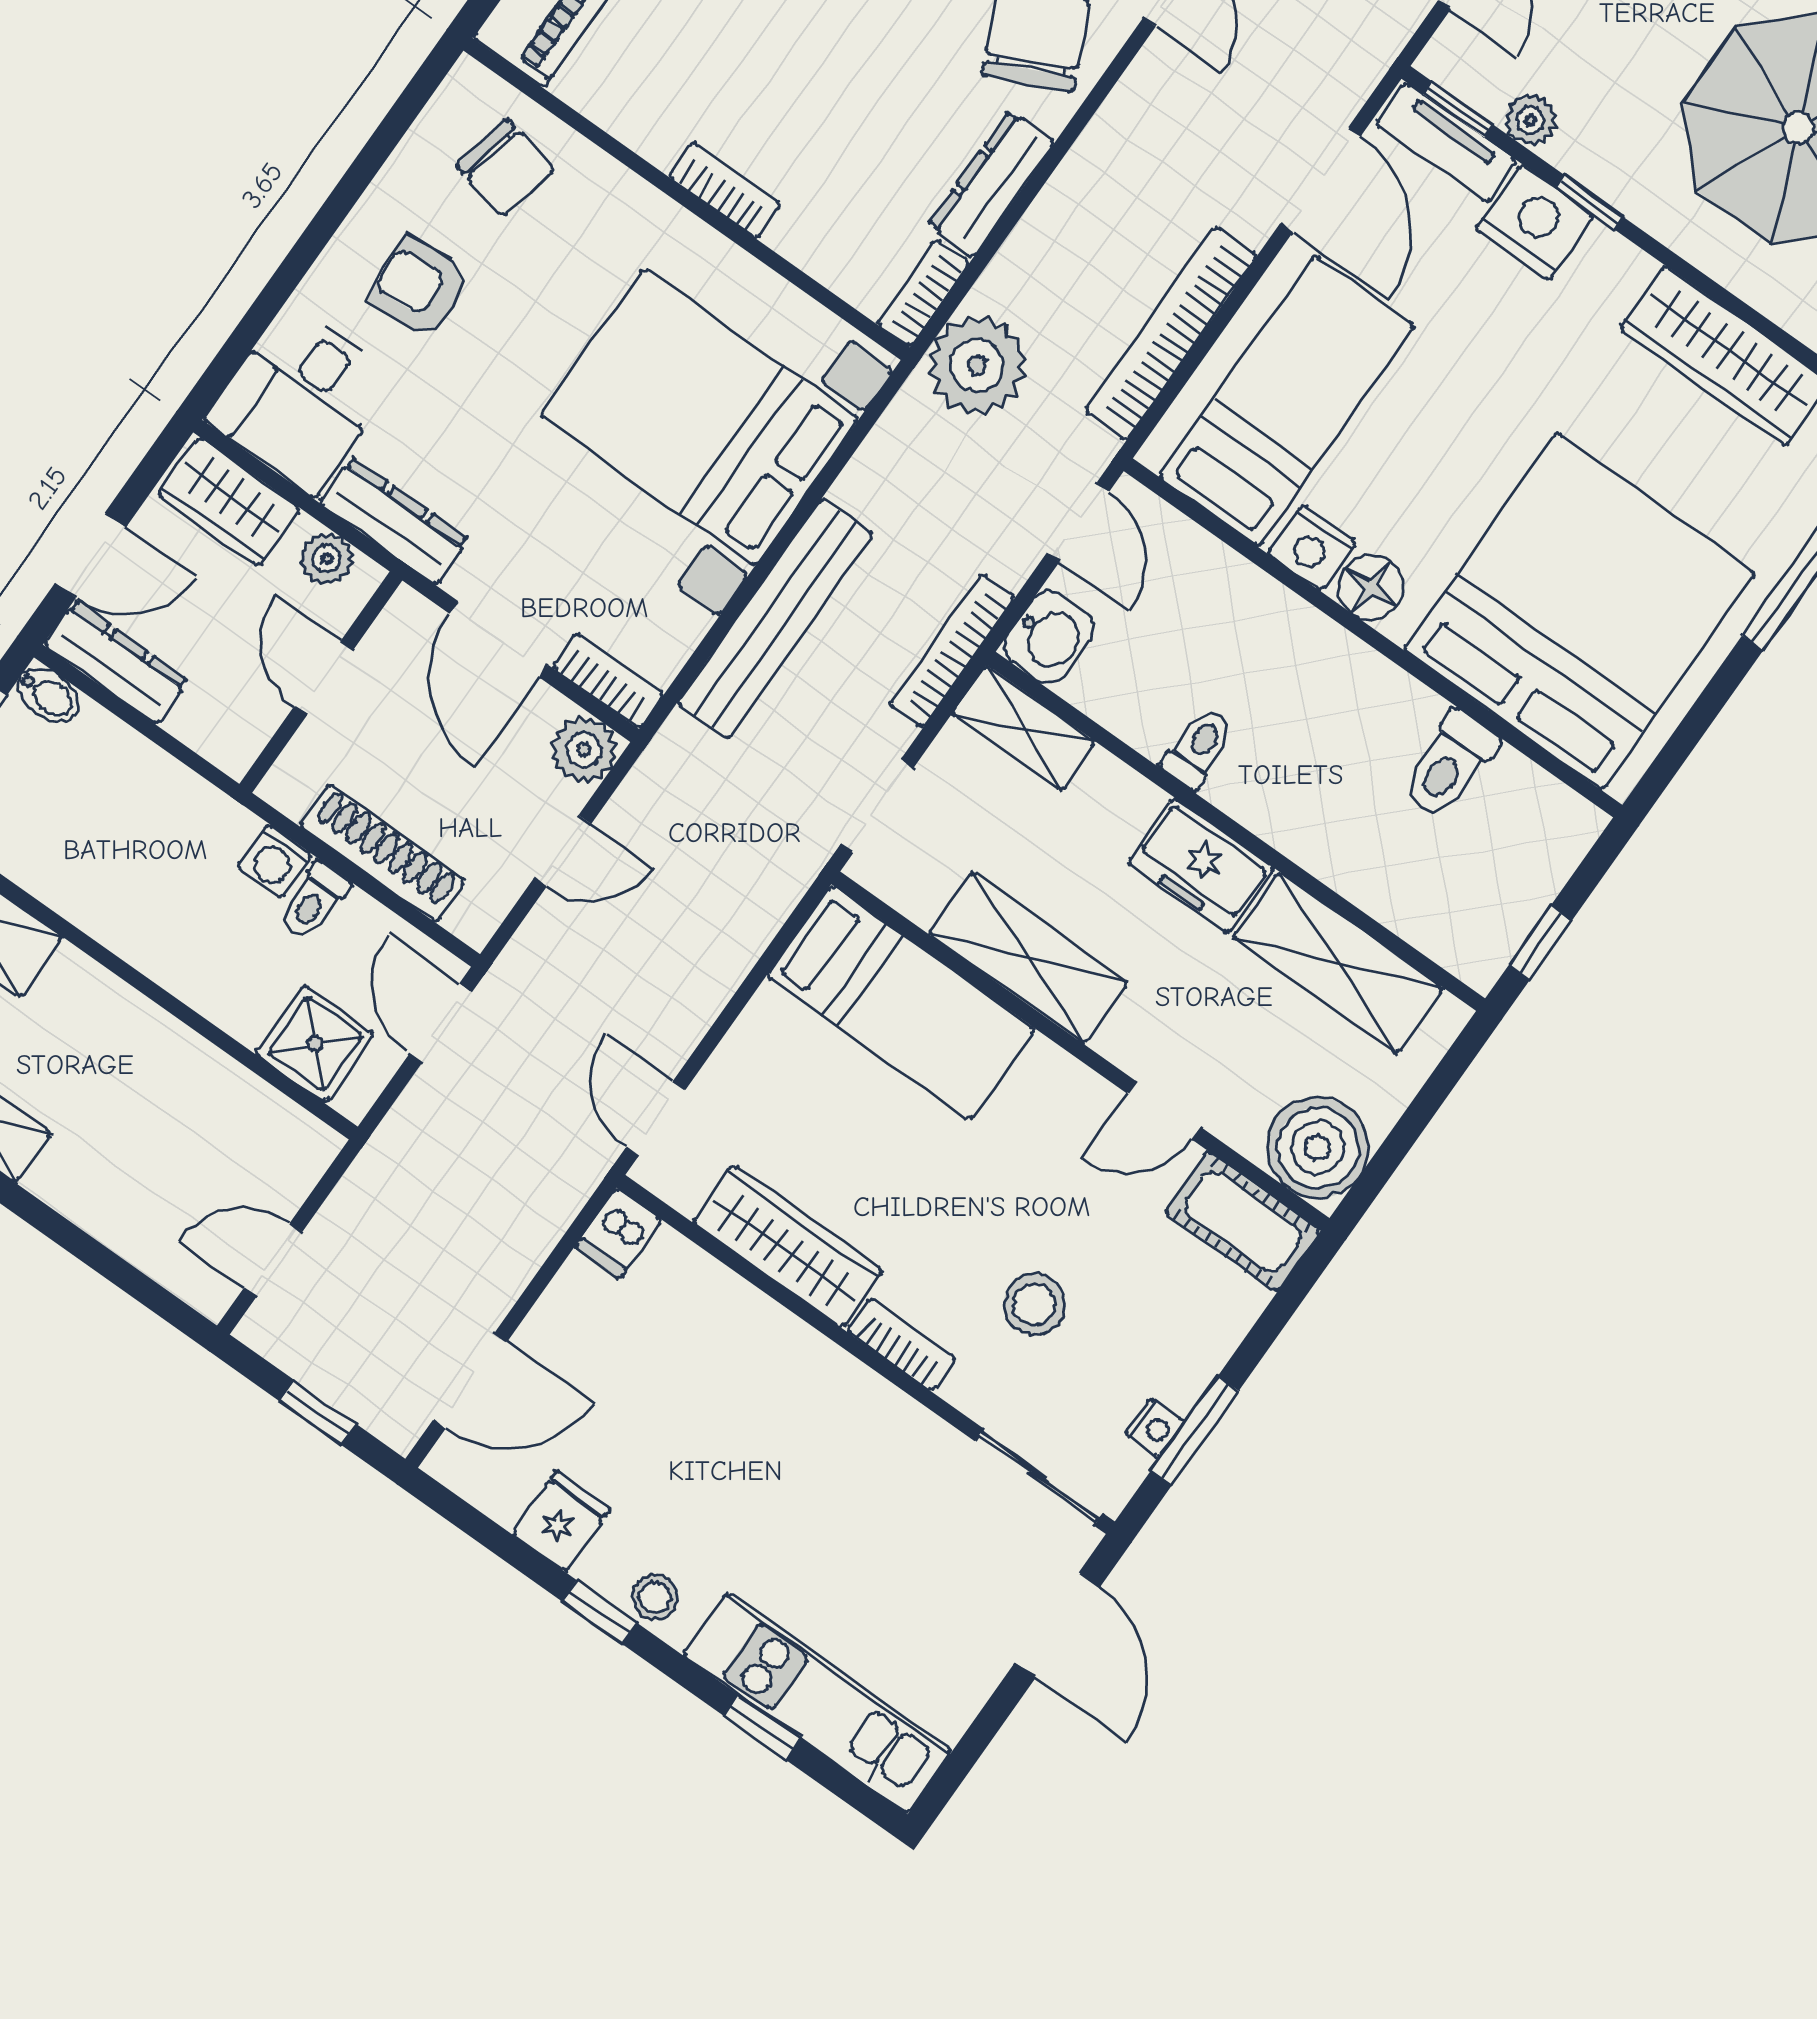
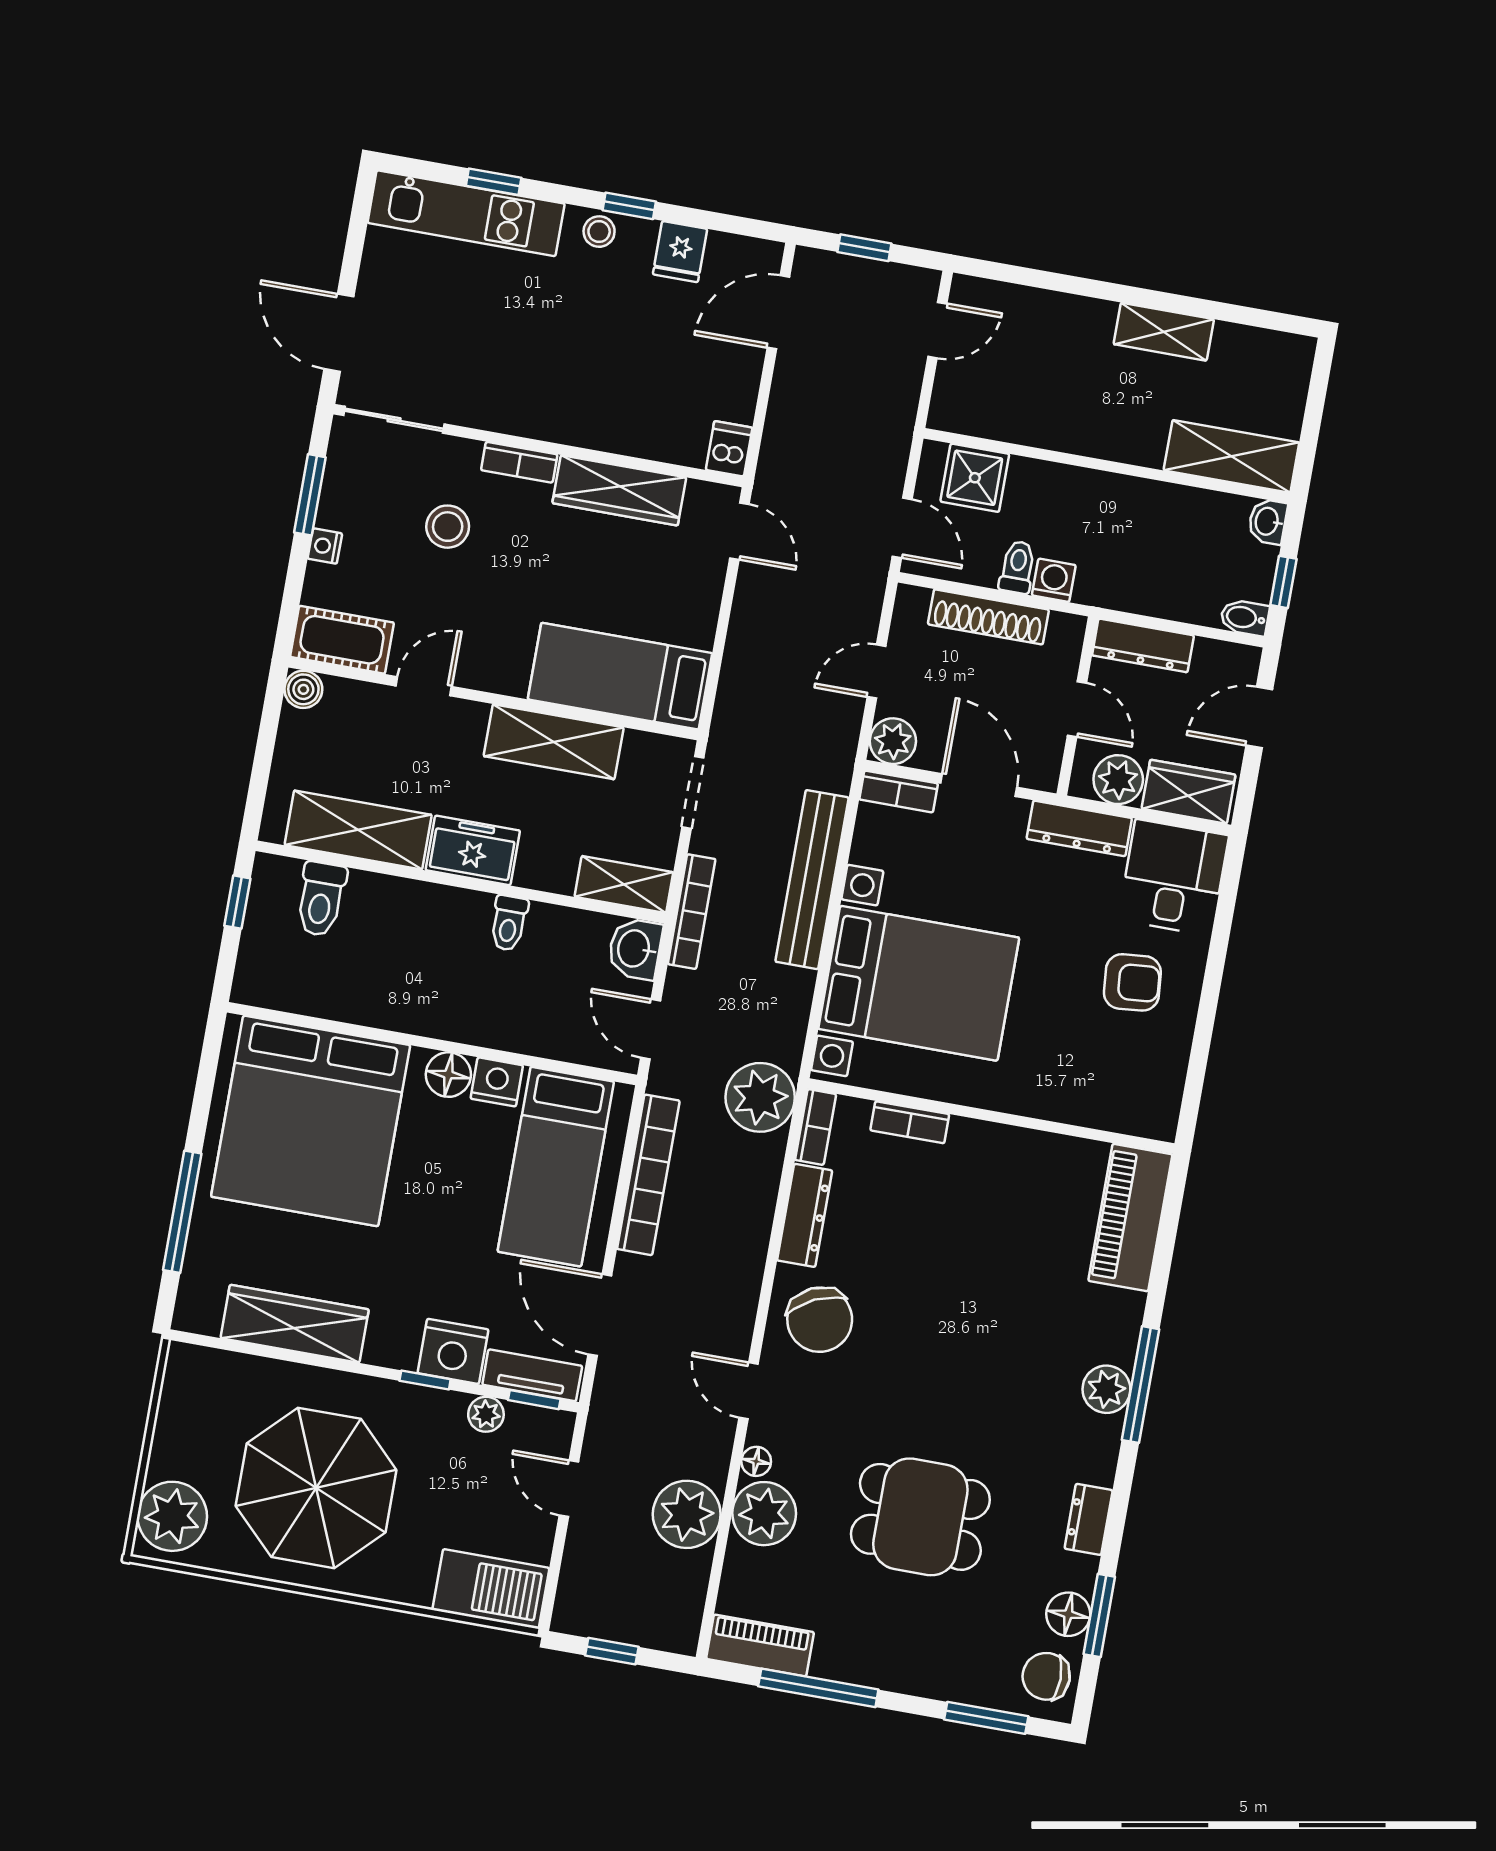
chair: (505, 168) -> (1114, 1082), removed
bookcase: (725, 190) -> (910, 1122), moved
plant: (327, 559) -> (1118, 780), width x1.38, depth x1.38
dresser: (116, 663) -> (1143, 645), moved
toilet: (1449, 765) -> (321, 899), moved, turned 180
boiler: (1318, 1148) -> (303, 689), width x0.54, depth x0.54
nightstand: (1155, 1428) -> (325, 546), moved

